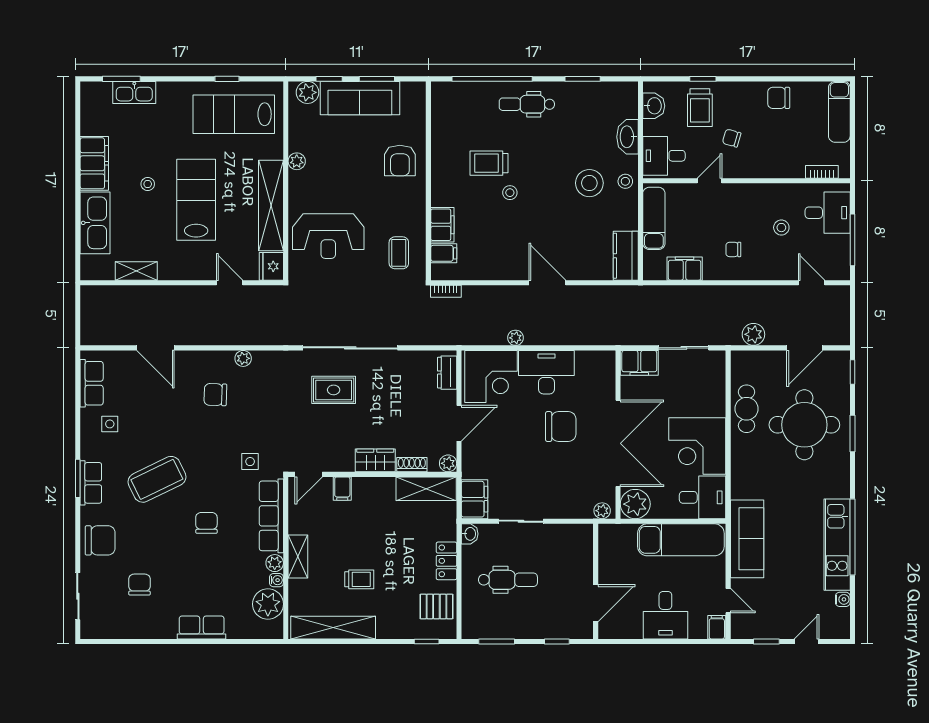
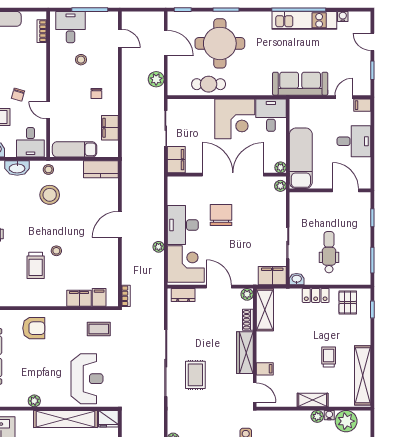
door: (812, 283) -> (120, 38), swing flipped
wardrobe: (375, 460) -> (245, 353), width x1.50
plant: (635, 504) -> (281, 167), width x0.53, depth x0.53
row of seats: (271, 516) -> (284, 419), removed
exam couch: (681, 540) -> (301, 158), moved

